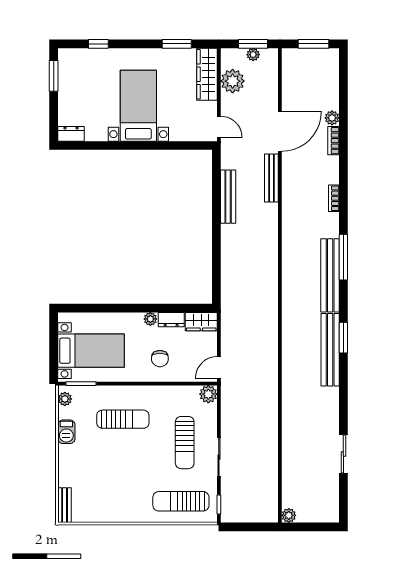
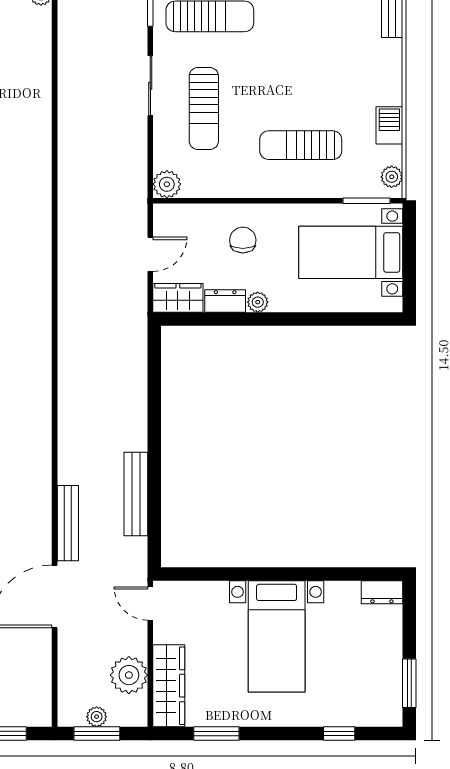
door: (219, 367) -> (150, 254), moved
sun lounger: (185, 443) -> (204, 108), turned 180

